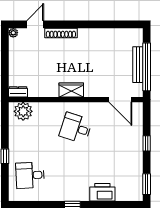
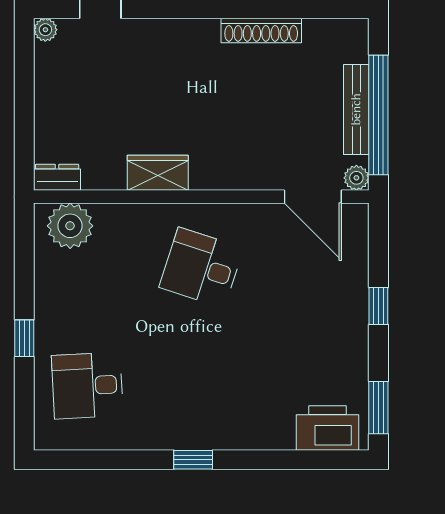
shoe rack: (61, 33) -> (261, 30), moved
wardrobe: (71, 90) -> (158, 173), moved
plant: (138, 92) -> (356, 178), added
printer: (102, 192) -> (328, 428), moved

